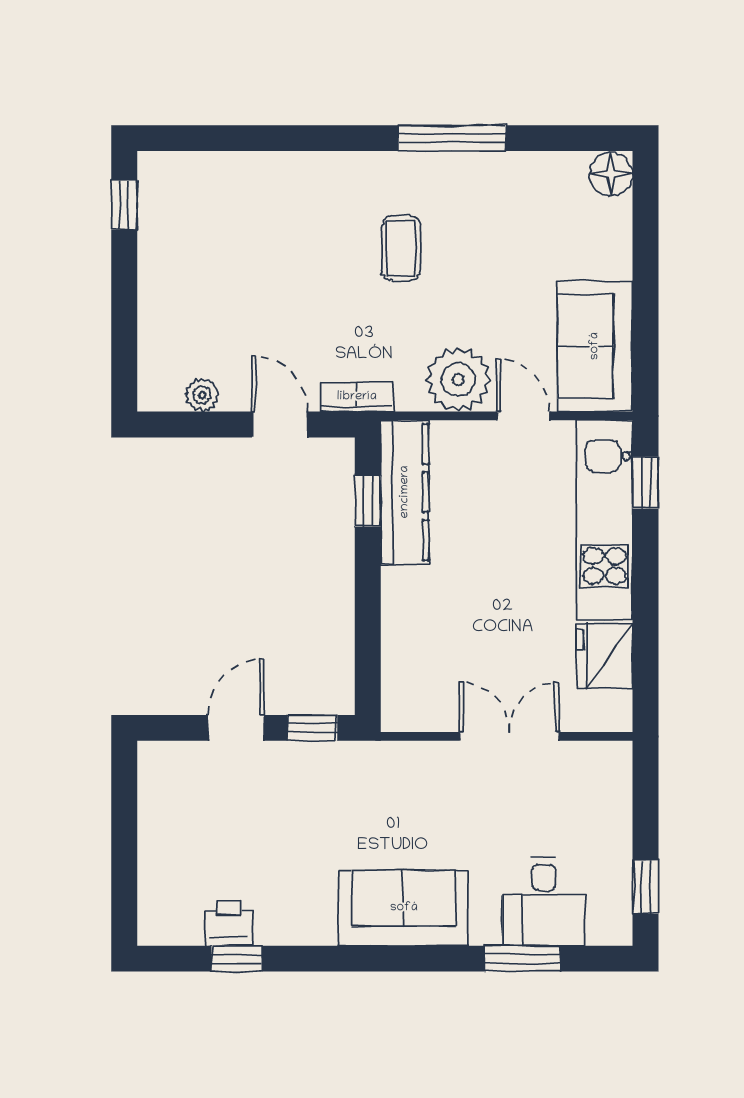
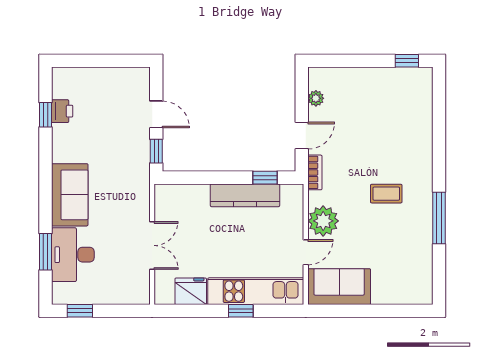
floor lamp: (611, 174) -> (422, 294), removed
window: (646, 483) -> (241, 311), moved
kitchen counter: (405, 492) -> (245, 195), moved
desk: (544, 902) -> (73, 255), width x1.37

